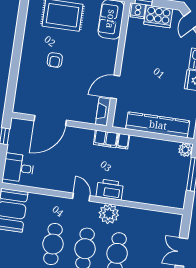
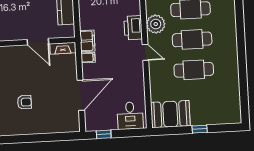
door: (50, 121) -> (81, 95), hinge flipped
filing cabinet: (123, 141) -> (88, 58), moved
door: (81, 197) -> (145, 52), swing flipped

